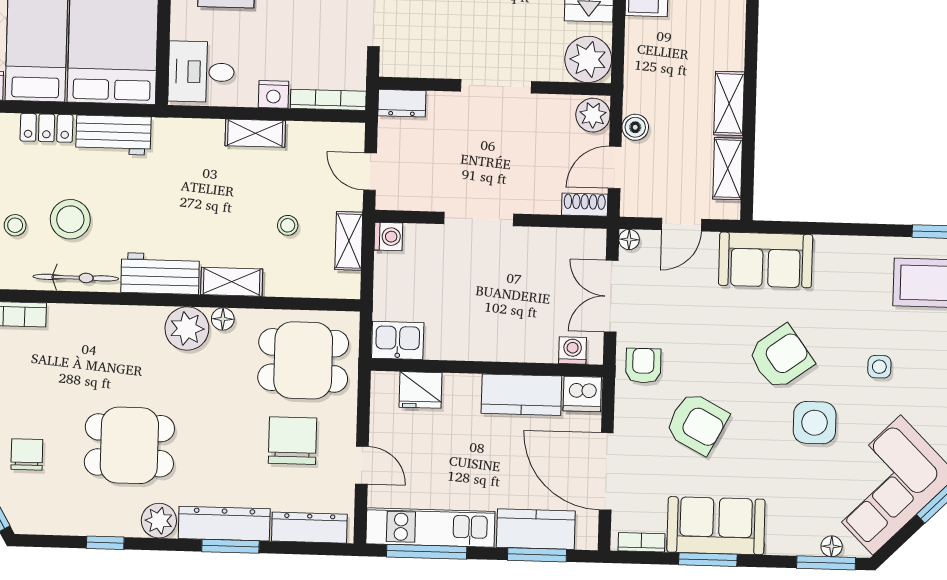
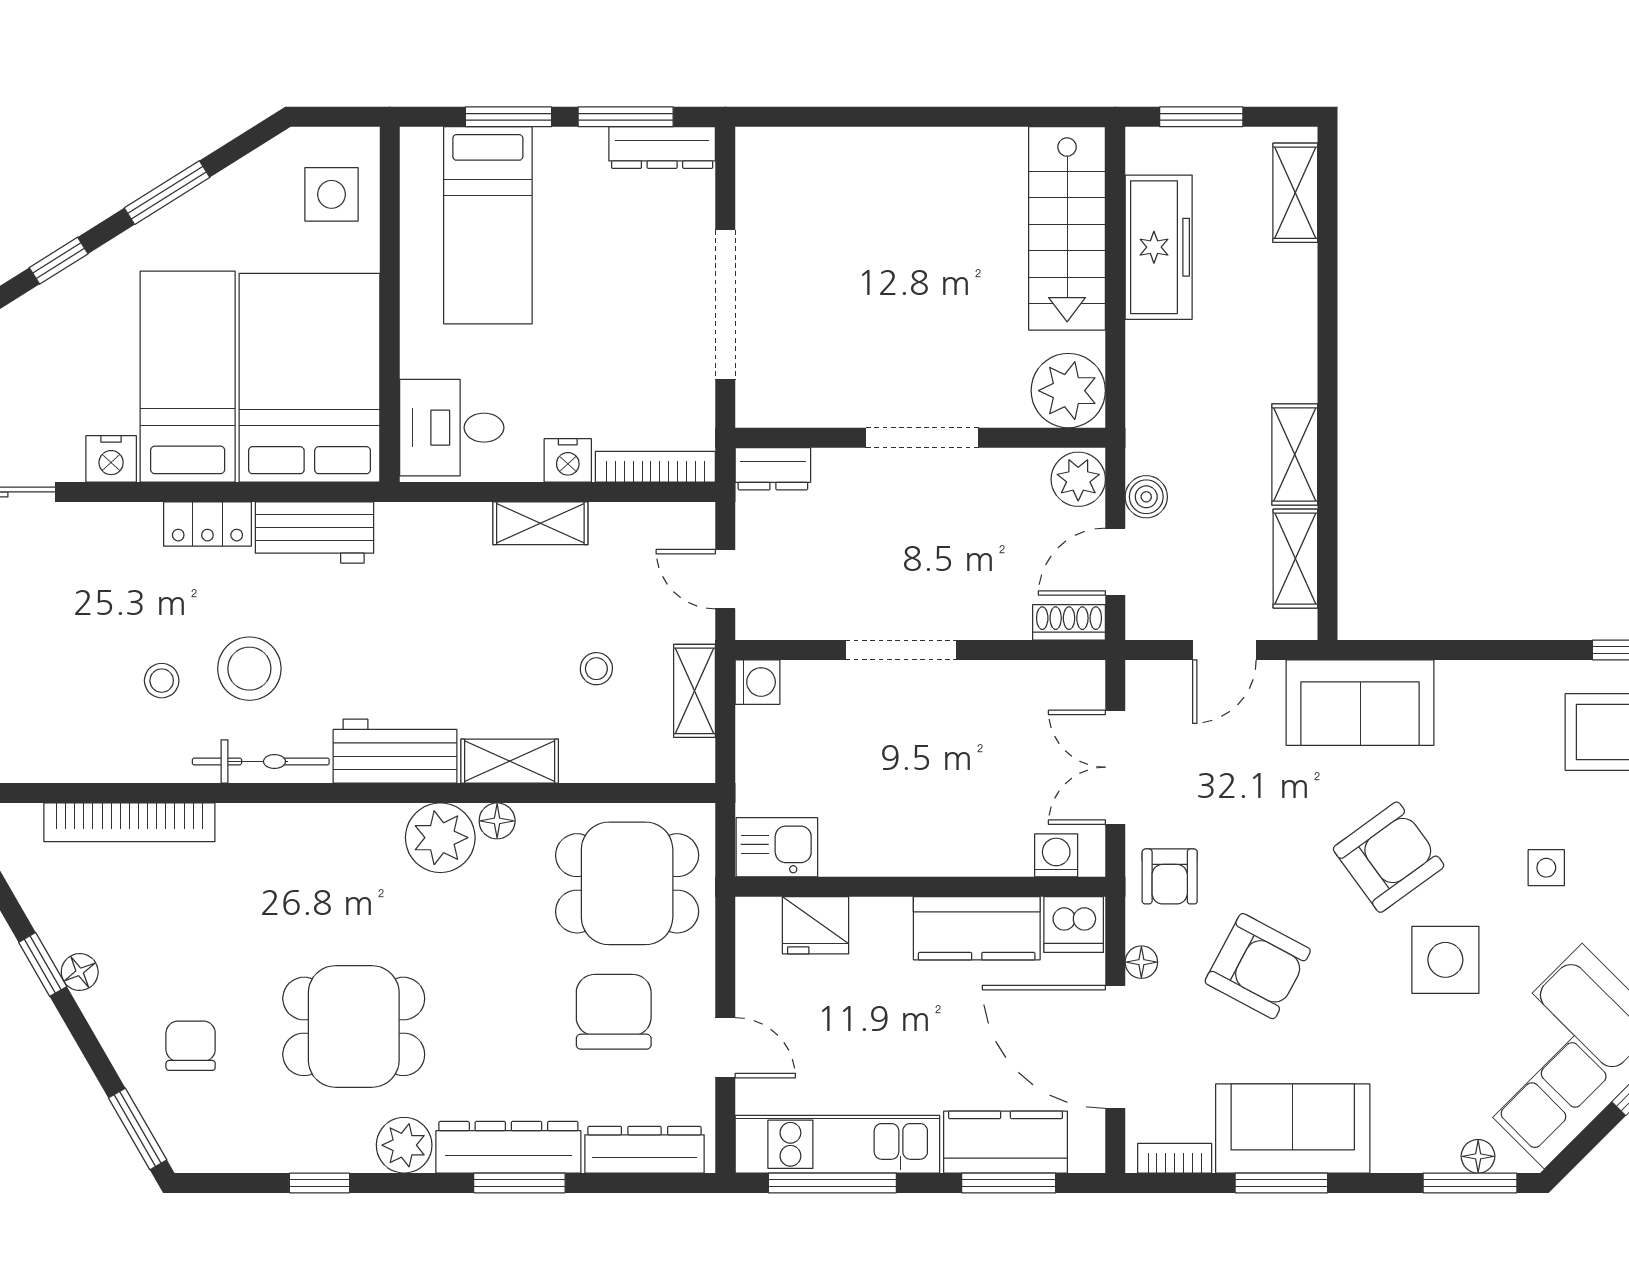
floor lamp: (629, 239) -> (1141, 962), moved
armchair: (643, 366) -> (1170, 876), turned 180

